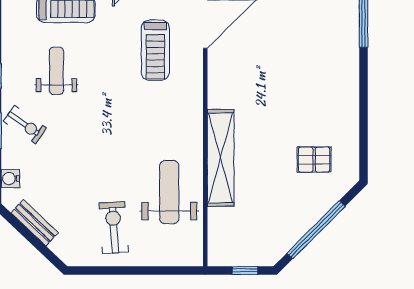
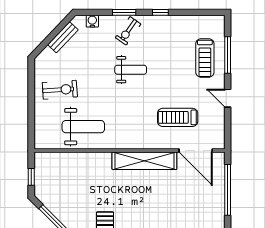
weight bench: (56, 71) -> (131, 70), moved
shelving: (221, 158) -> (144, 161), moved

